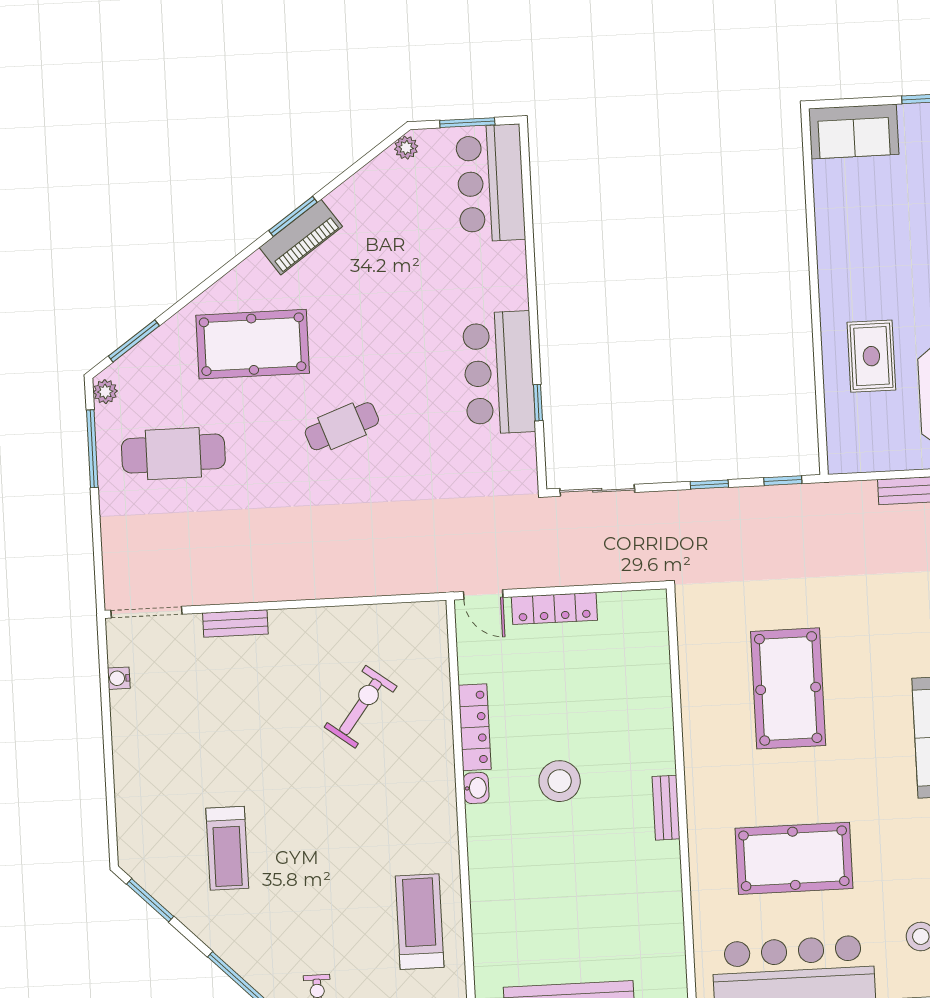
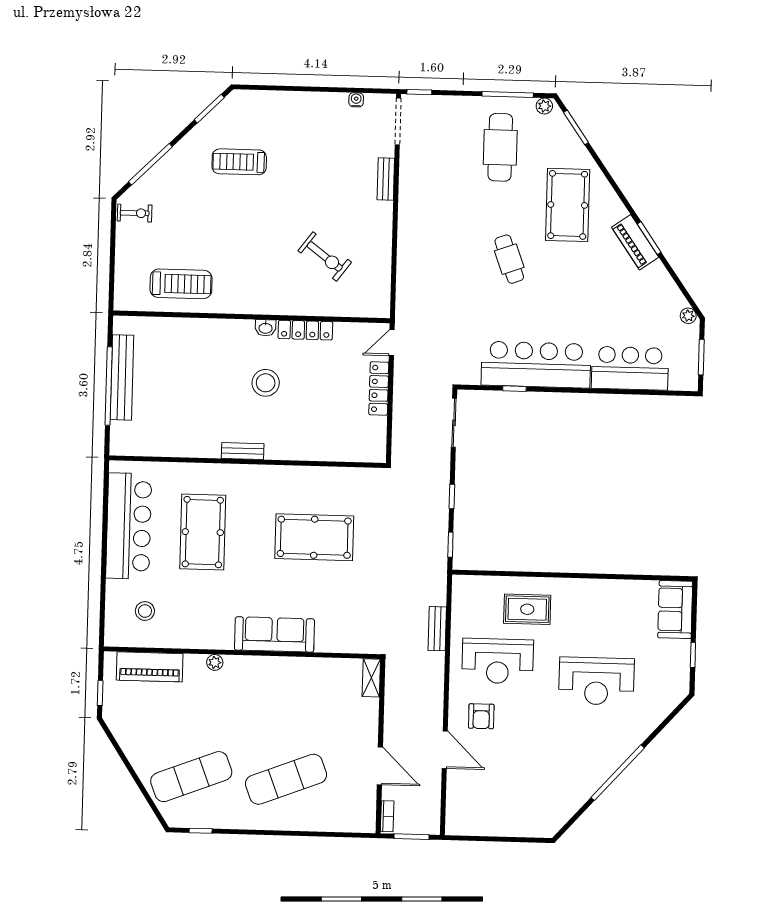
bar counter: (491, 183) -> (630, 368), moved
bar counter: (499, 373) -> (536, 365), width x1.36
window: (99, 583) -> (419, 92), added

